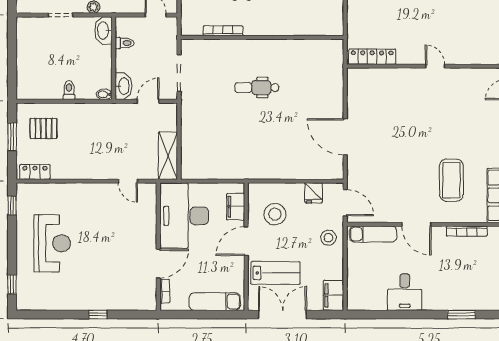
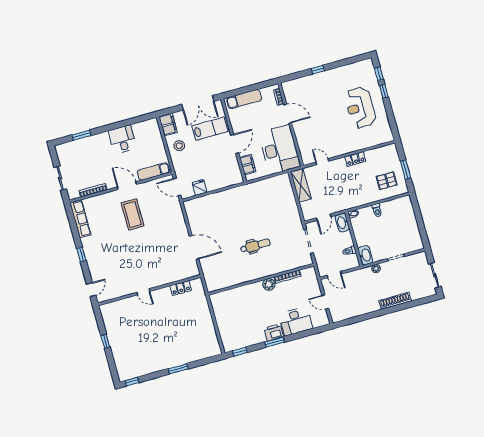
plant: (253, 27) -> (269, 284), added
locker: (372, 57) -> (181, 288), width x0.66
door: (345, 137) -> (194, 248), moved
locker: (35, 172) -> (355, 159), moved
coffee table: (451, 180) -> (132, 214), moved
window: (12, 205) -> (384, 91), moved
stool: (275, 214) -> (221, 167), removed
stool: (328, 238) -> (179, 146), moved
door: (158, 264) -> (288, 114), swing flipped
lab bench: (275, 273) -> (210, 129), turned 180

